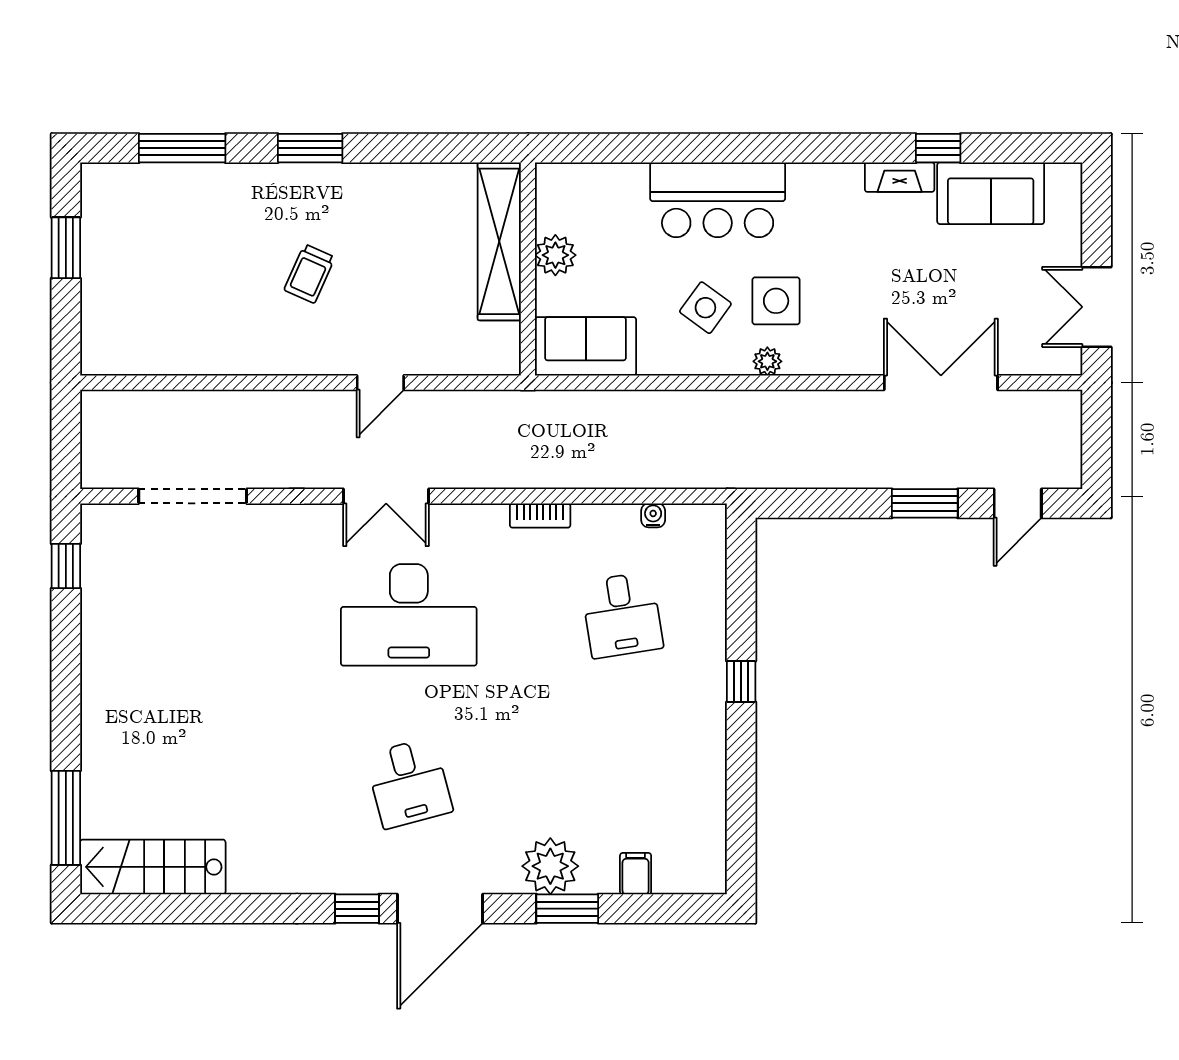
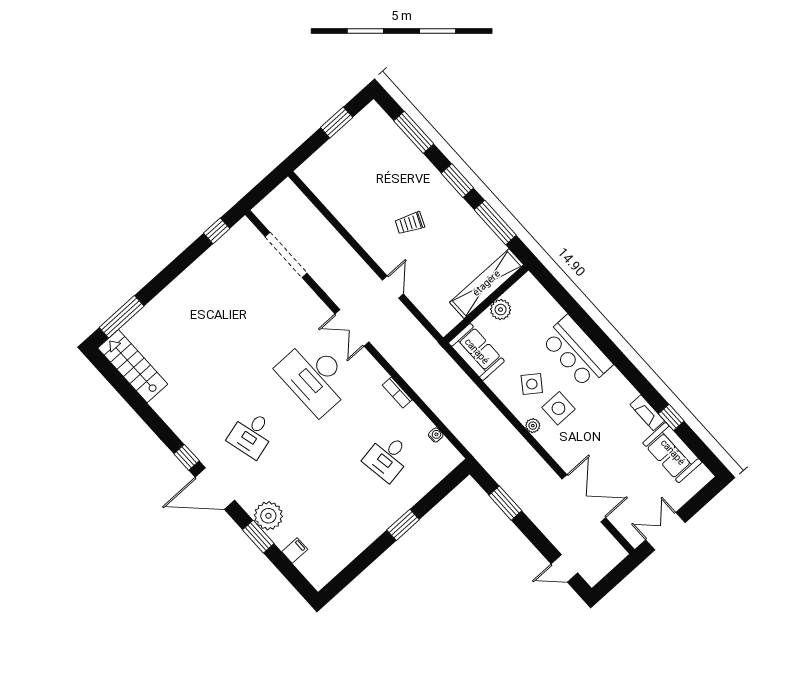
window: (421, 148) -> (495, 223), added
door: (380, 383) -> (393, 287), swing flipped
window: (925, 503) -> (505, 503), moved
window: (741, 681) -> (403, 525), width x1.50

